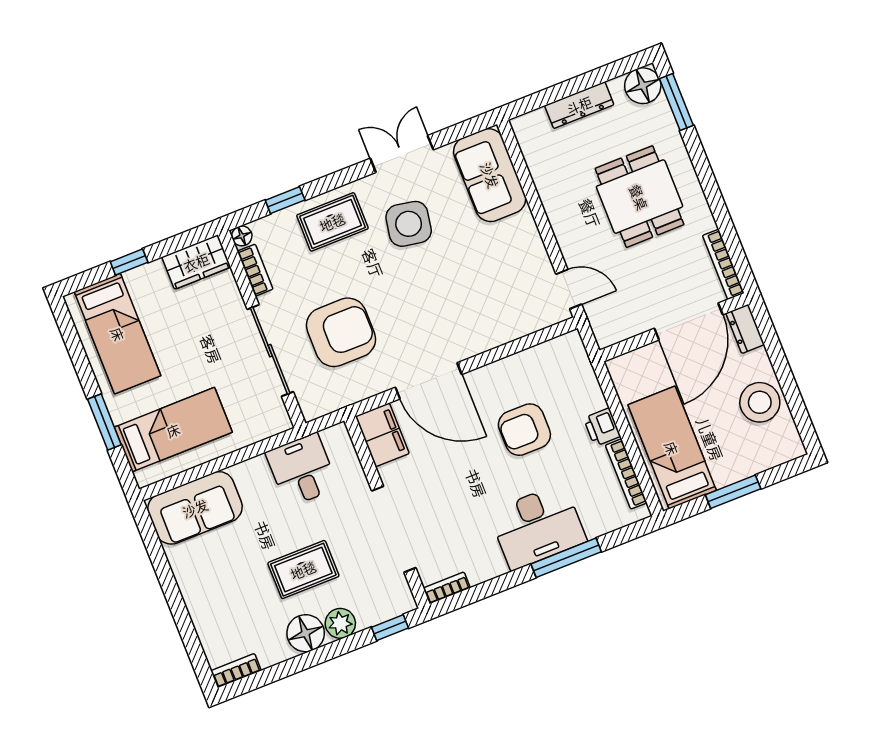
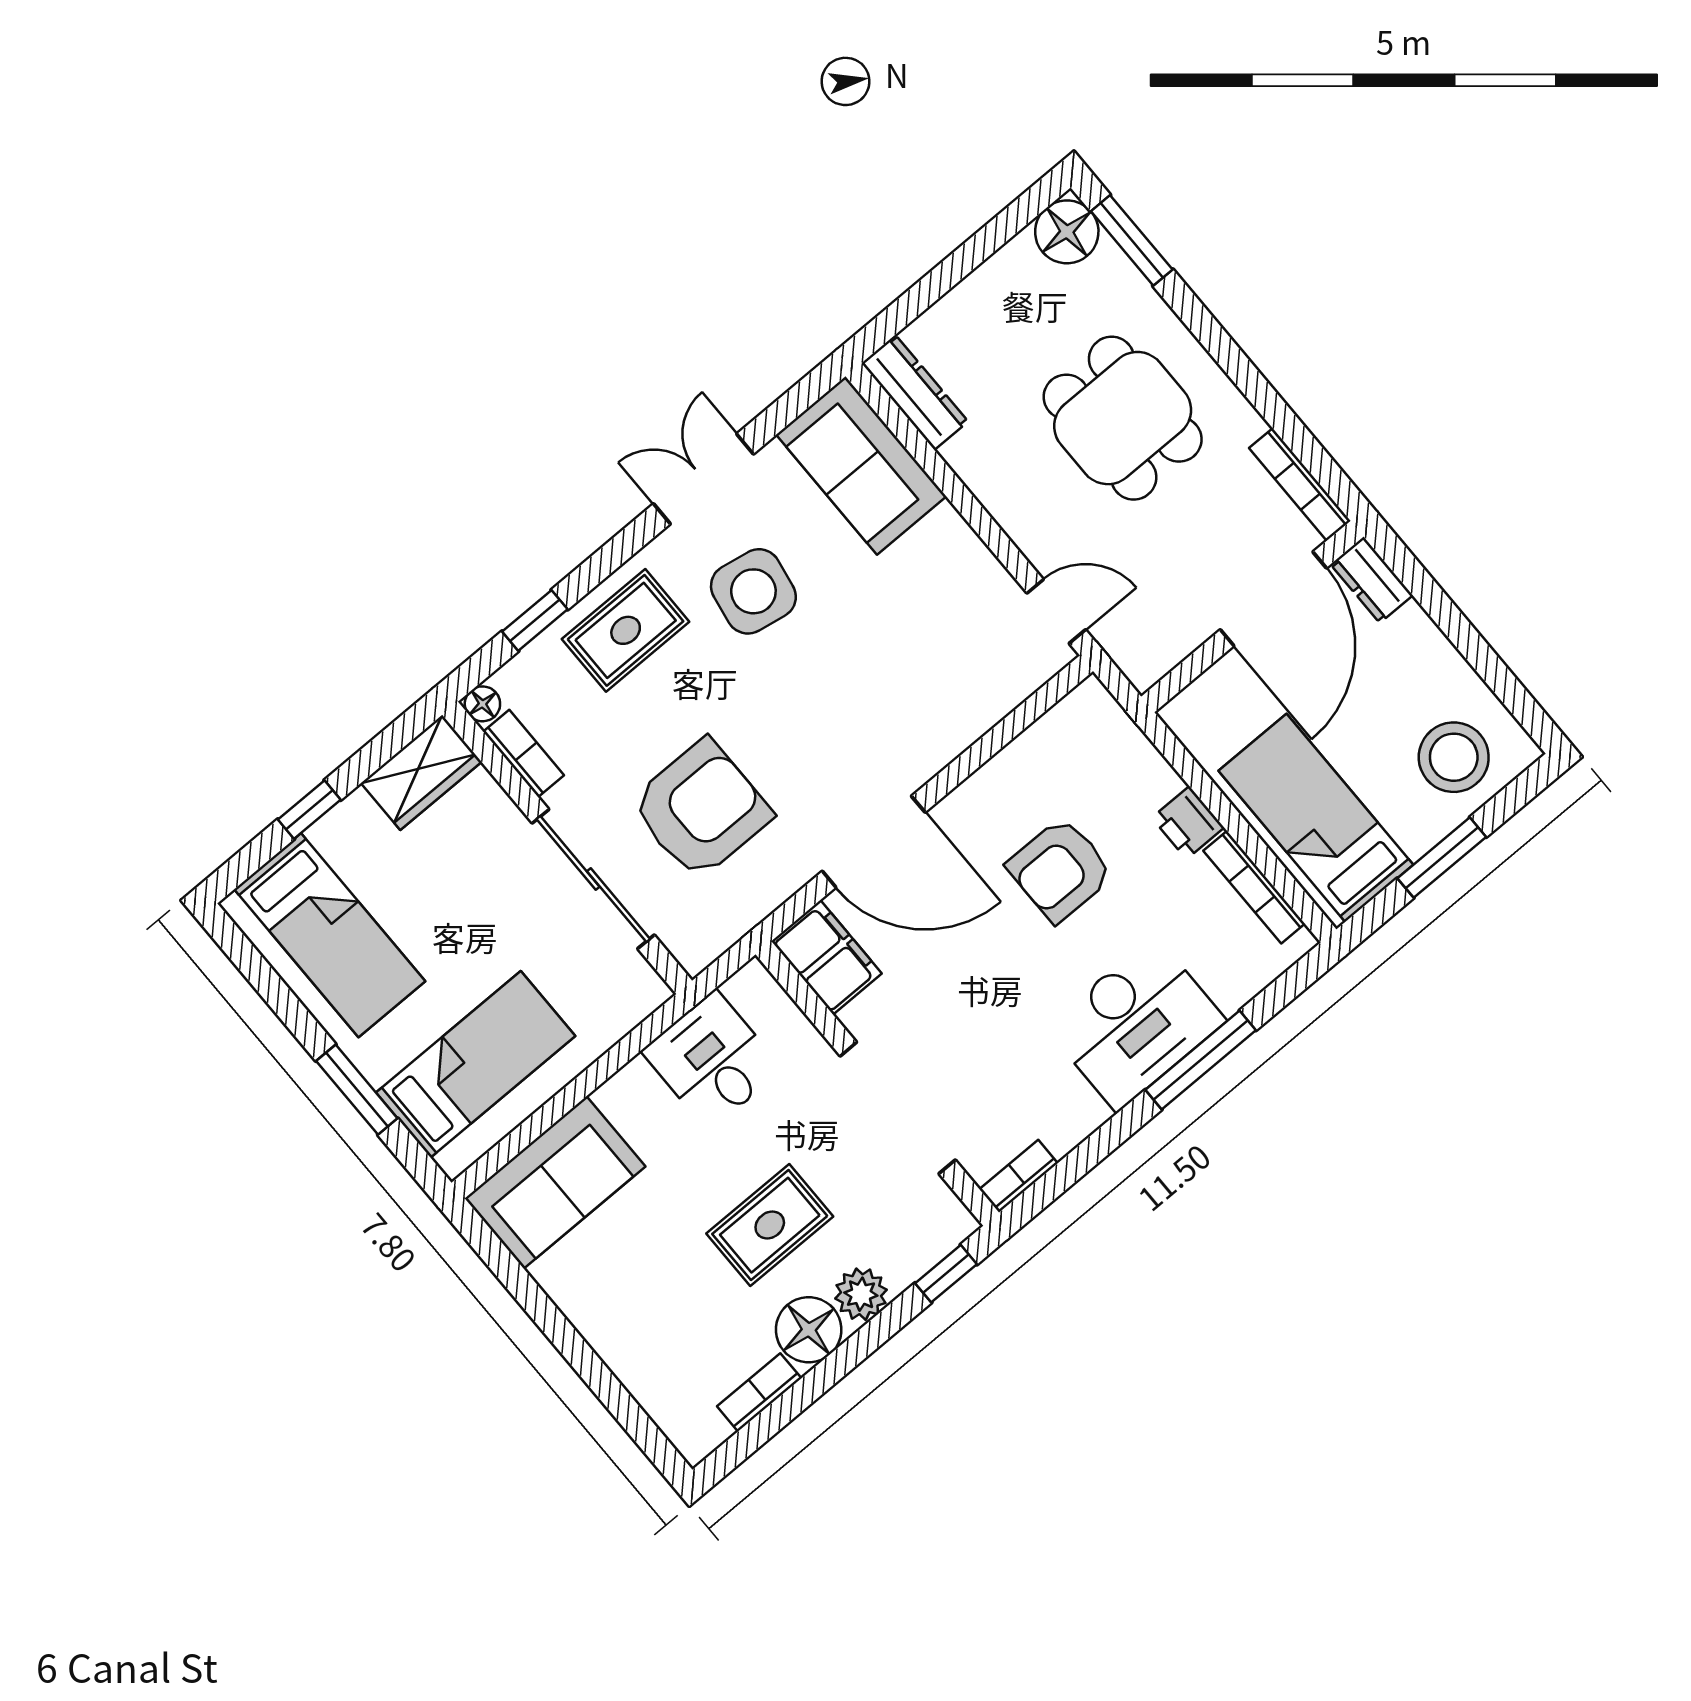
dresser: (579, 105) -> (915, 392), moved, turned -90
stool: (760, 402) -> (1454, 757), moved
bookcase: (236, 671) -> (759, 1392), moved

